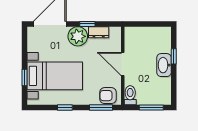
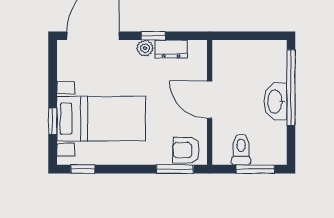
plant: (78, 36) -> (145, 48), width x0.53, depth x0.53
window: (174, 56) -> (291, 88), width x3.17
toilet: (130, 95) -> (241, 150), moved
window: (65, 108) -> (83, 169), moved

